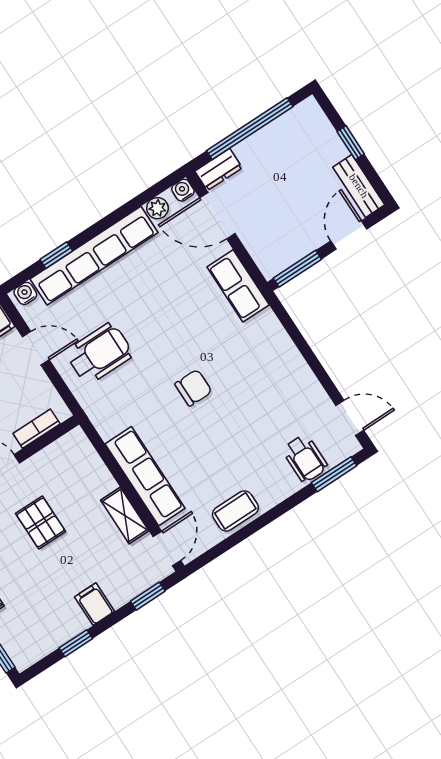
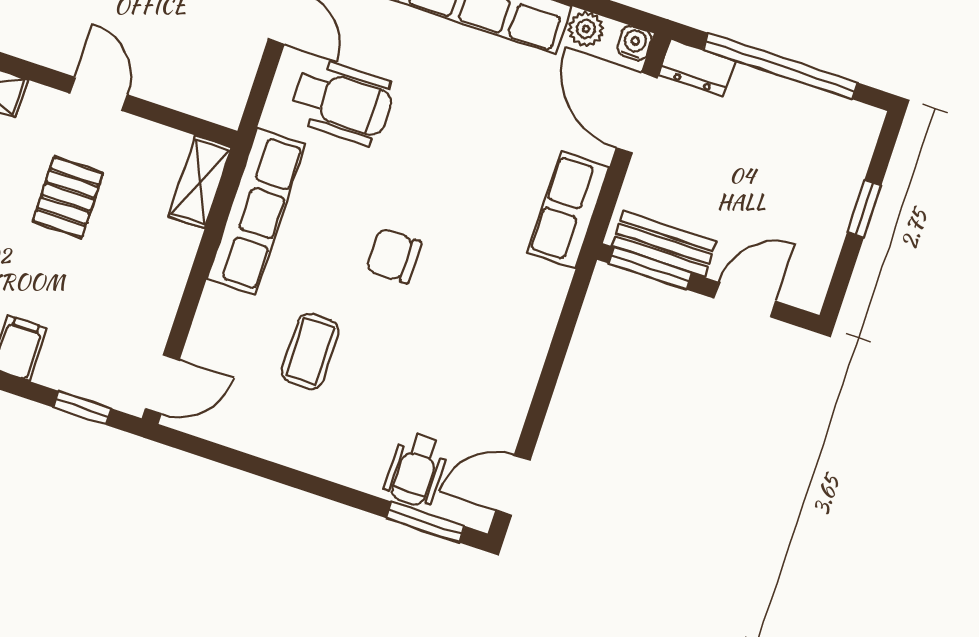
bench: (359, 186) -> (664, 244), moved, turned 90
chair: (193, 388) -> (394, 256), turned 180
door: (350, 418) -> (513, 485), swing flipped
bookcase: (37, 429) -> (183, 98), removed
row of seats: (145, 476) -> (256, 212), moved
coffee table: (235, 511) -> (310, 351), moved, turned 90
shelving: (125, 516) -> (200, 182), moved

